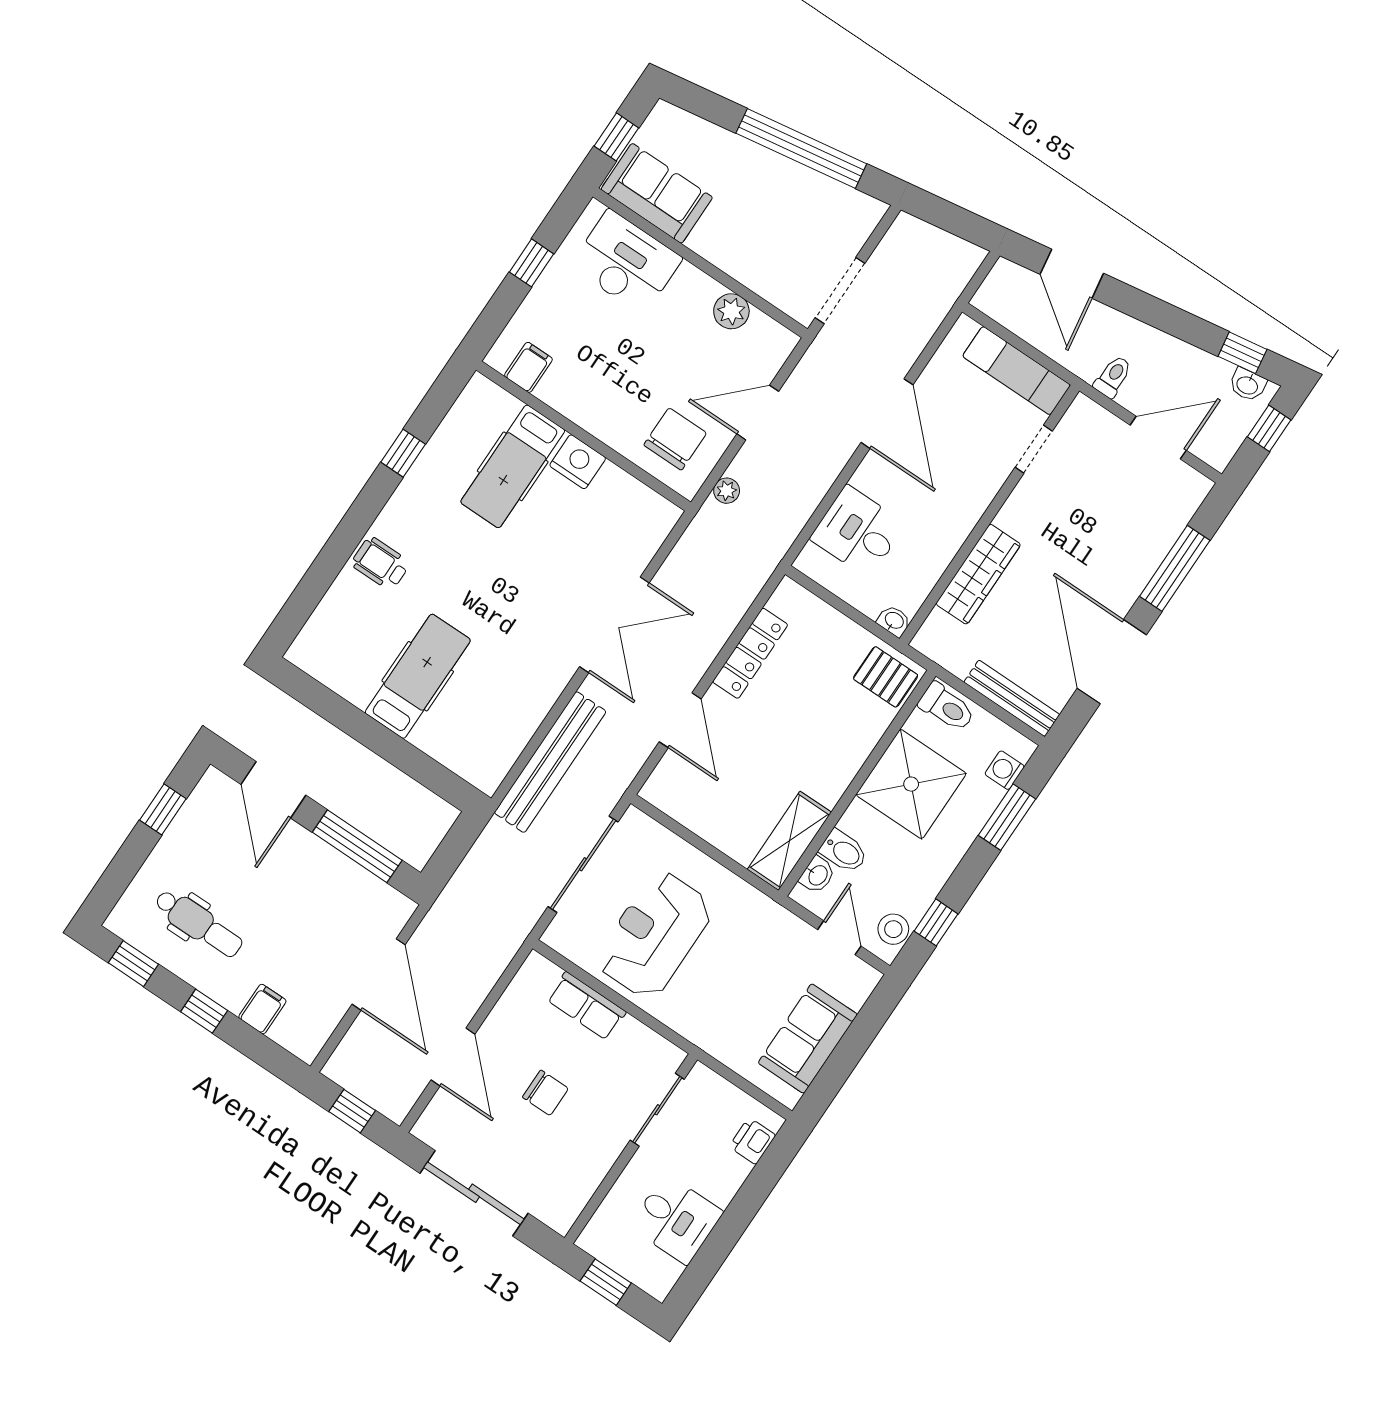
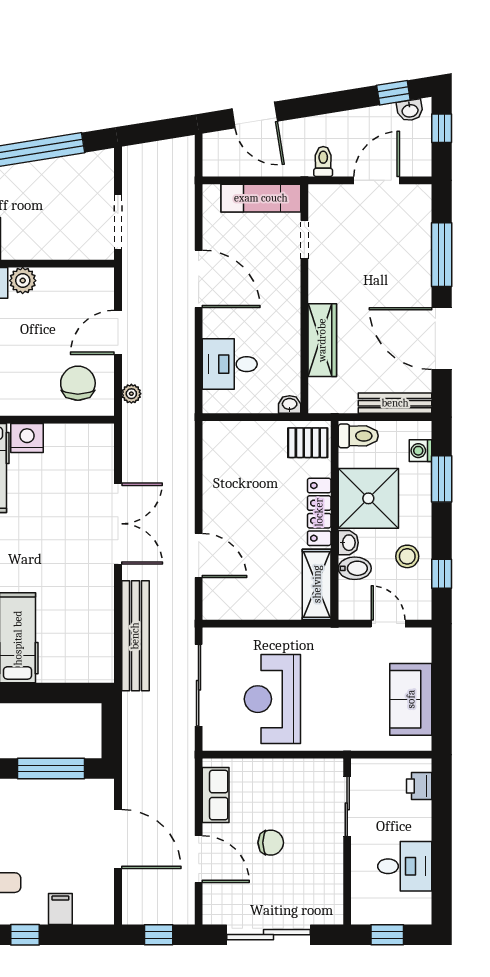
plant: (731, 311) -> (23, 281), moved
locker: (750, 653) -> (319, 512), moved, turned 180
washbasin: (817, 875) -> (348, 543), moved
stool: (893, 929) -> (407, 556), moved
row of seats: (586, 1006) -> (216, 795), moved, turned -90

